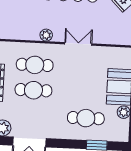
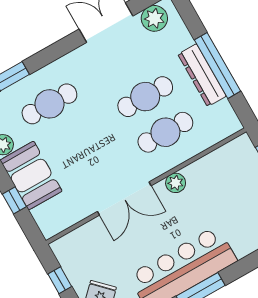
double door: (78, 44) -> (124, 199), width x1.37

